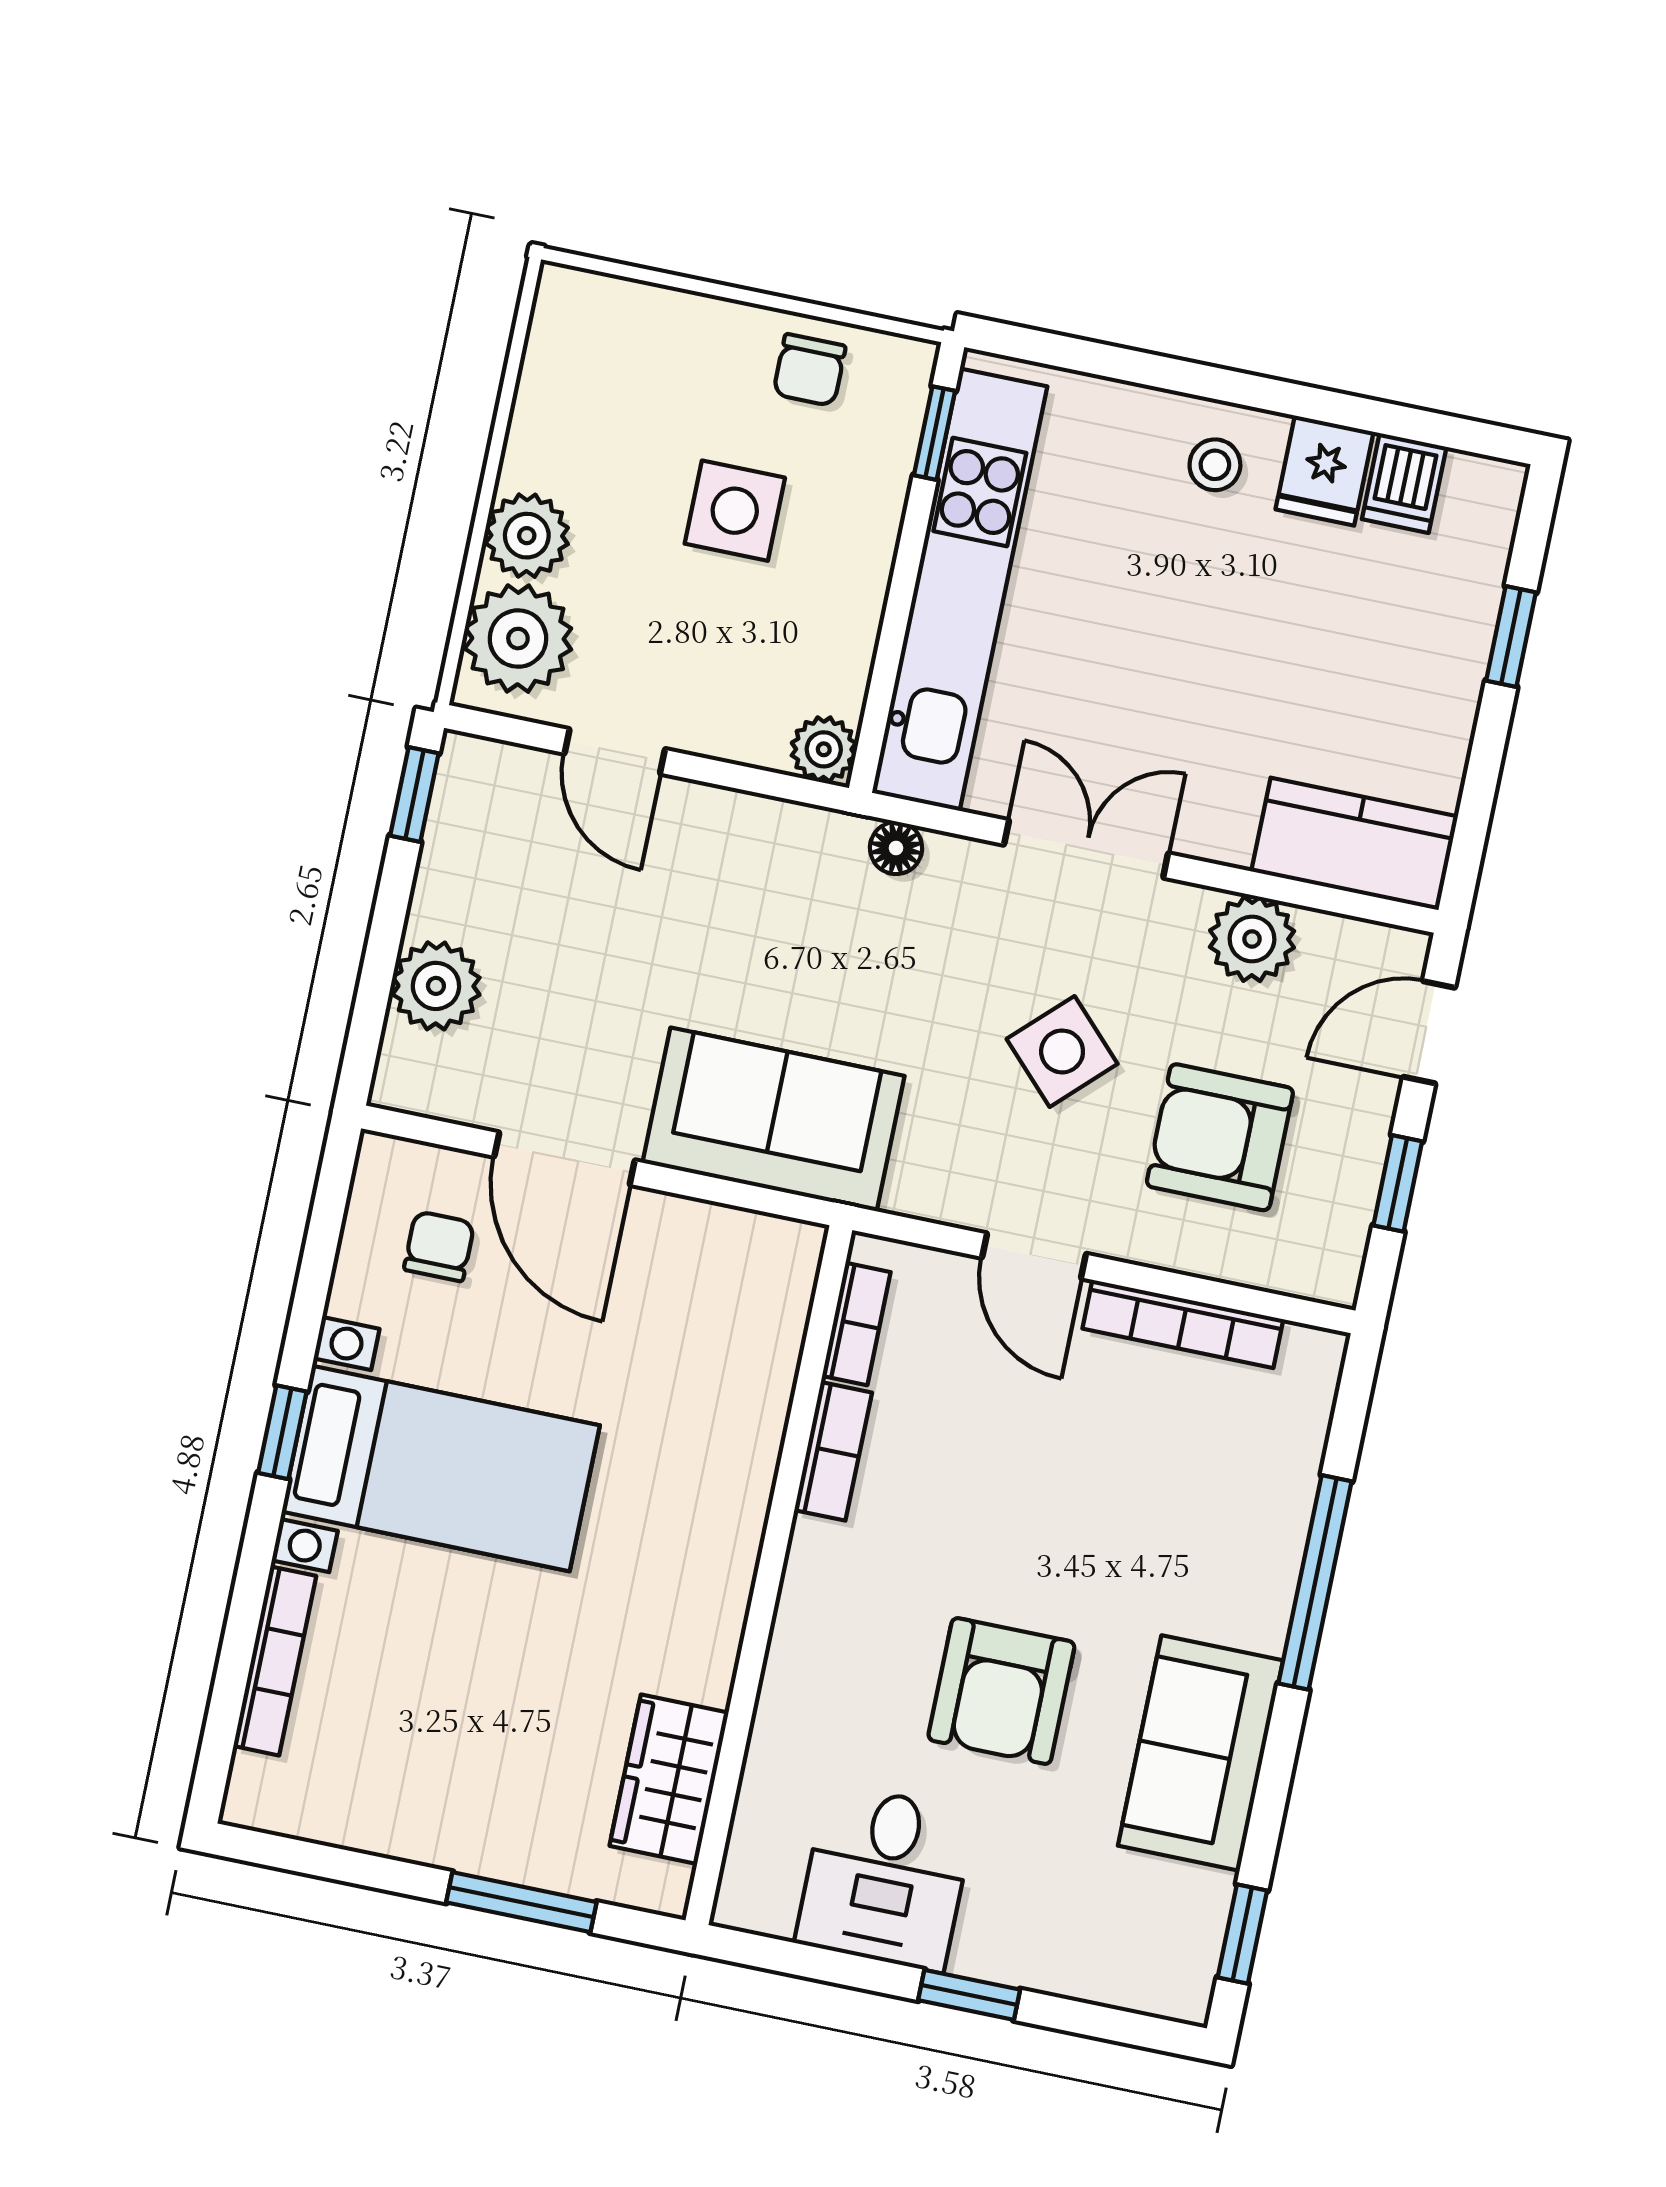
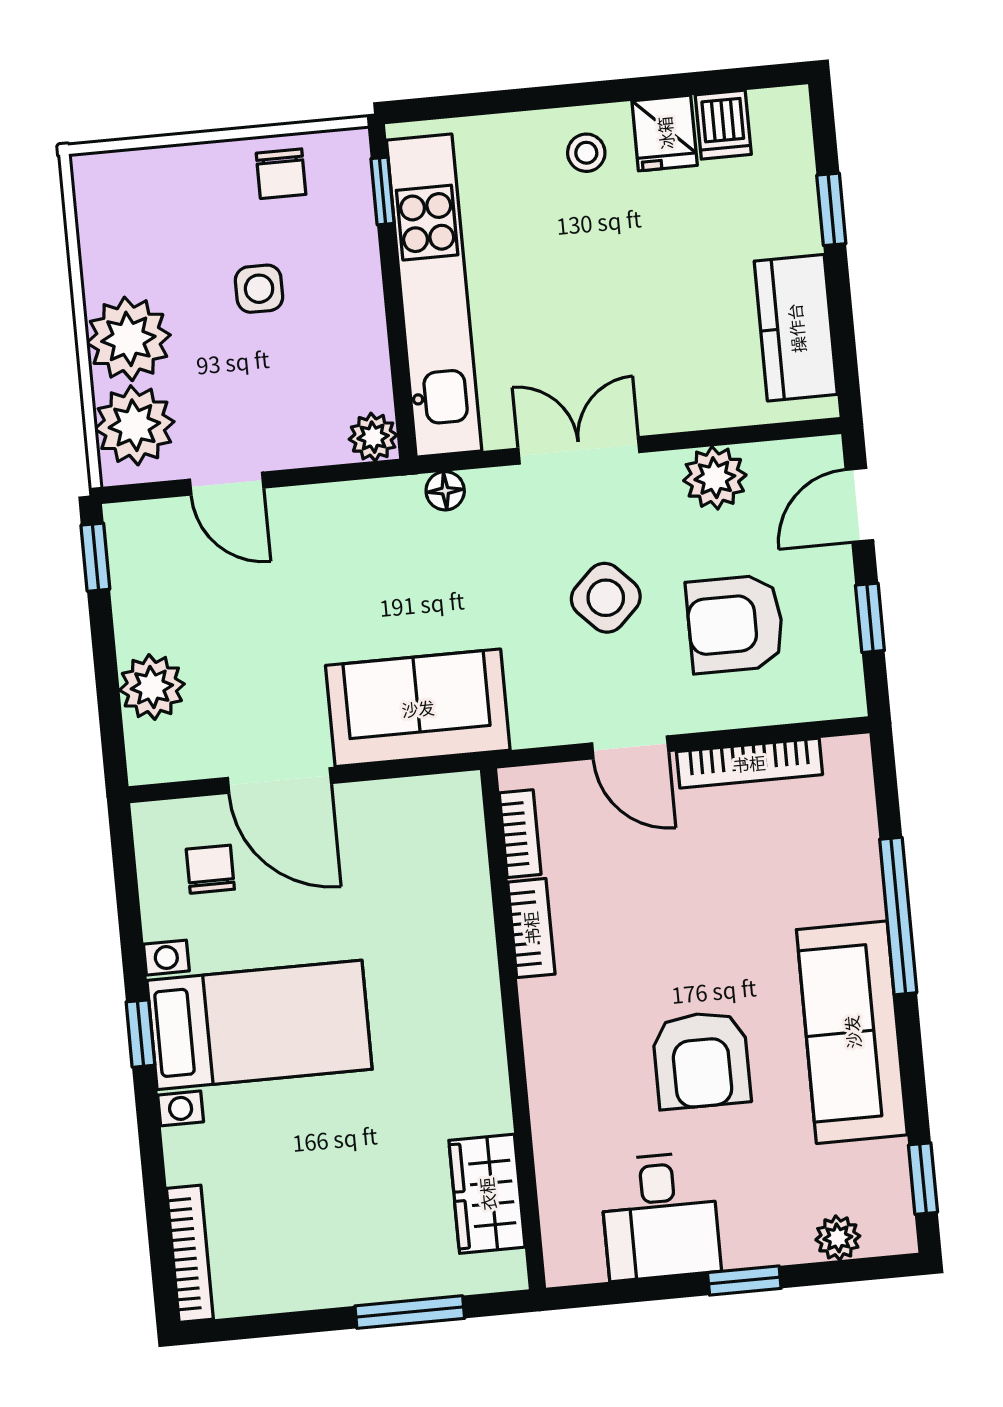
side table: (735, 511) -> (259, 289), width x0.73, depth x0.73
plant: (527, 536) -> (128, 339), width x1.36, depth x1.36
kitchen counter: (1355, 844) -> (796, 328), moved, turned -90
bookcase: (275, 1661) -> (190, 1254), moved
sofa: (1200, 1753) -> (852, 1032), width x1.36
plant: (1108, 1977) -> (838, 1238), added

